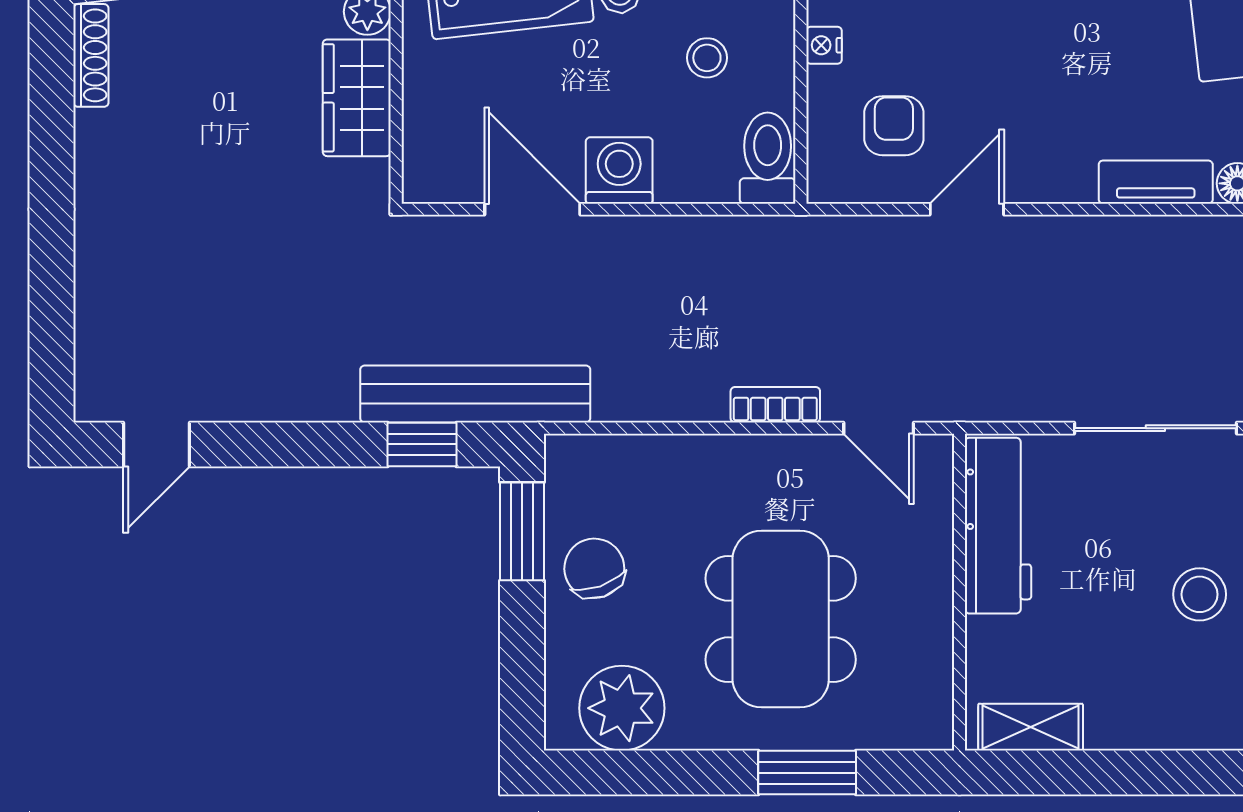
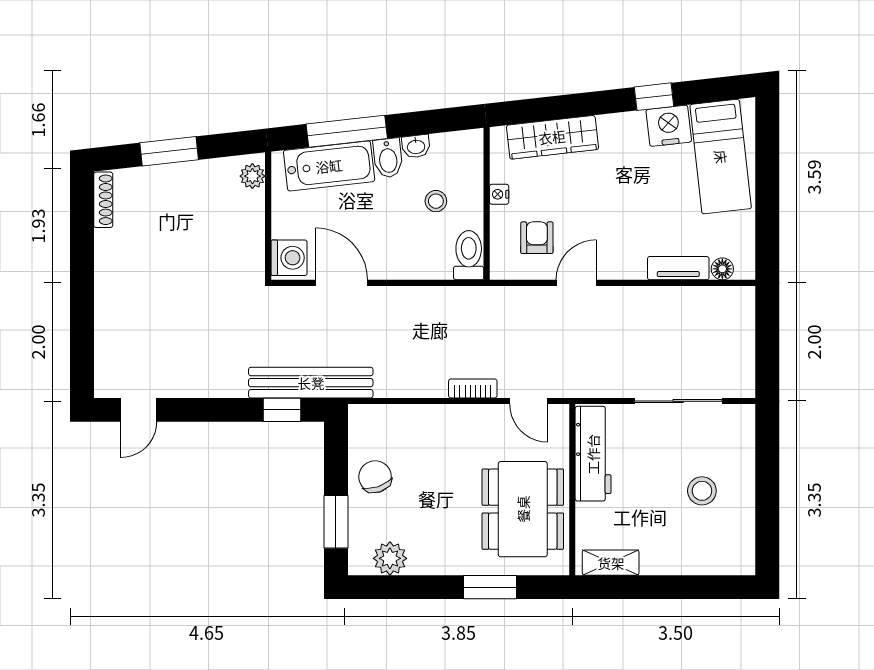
wardrobe: (357, 98) -> (247, 223), removed
washing machine: (619, 170) -> (289, 258), moved, turned 90
window: (522, 531) -> (336, 522), moved
dining table: (781, 619) -> (523, 509), moved
plant: (622, 708) -> (390, 558), width x0.73, depth x0.73

